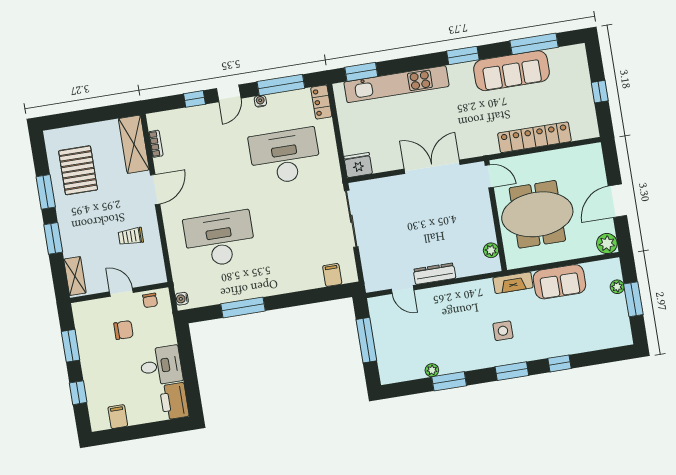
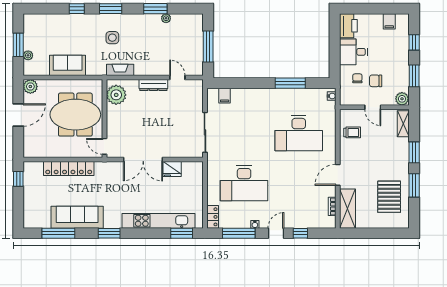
window: (600, 92) -> (18, 179), moved
fridge: (358, 165) -> (172, 169), moved
trolley: (131, 236) -> (352, 132), moved
plant: (491, 250) -> (116, 95), width x1.88, depth x1.88
fireplace: (513, 283) -> (120, 70), moved
chair: (150, 300) -> (357, 78), moved
plant: (82, 311) -> (402, 99), added

